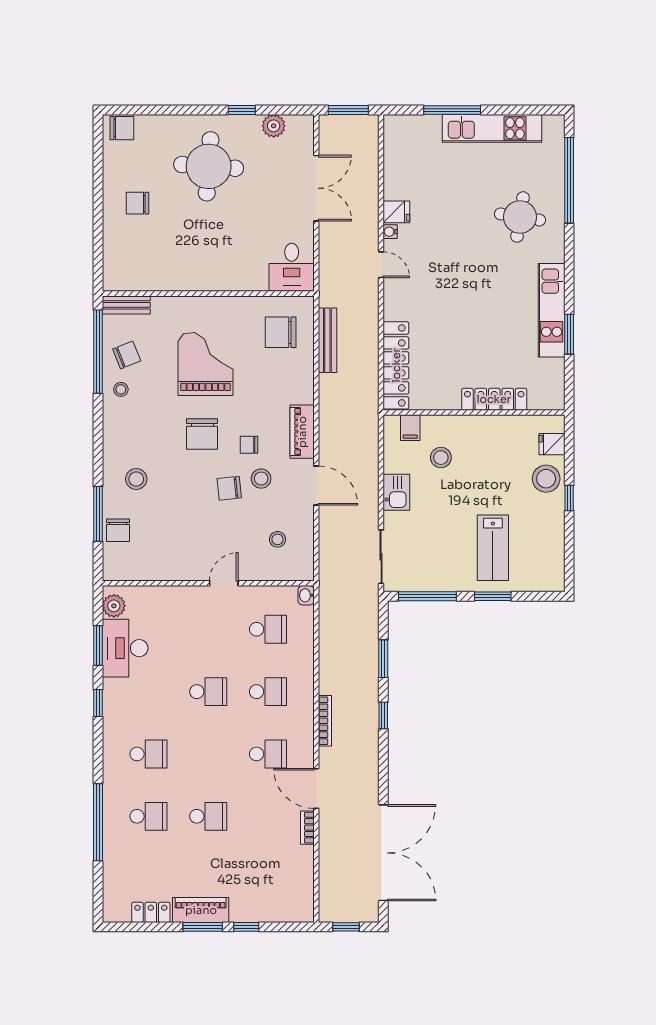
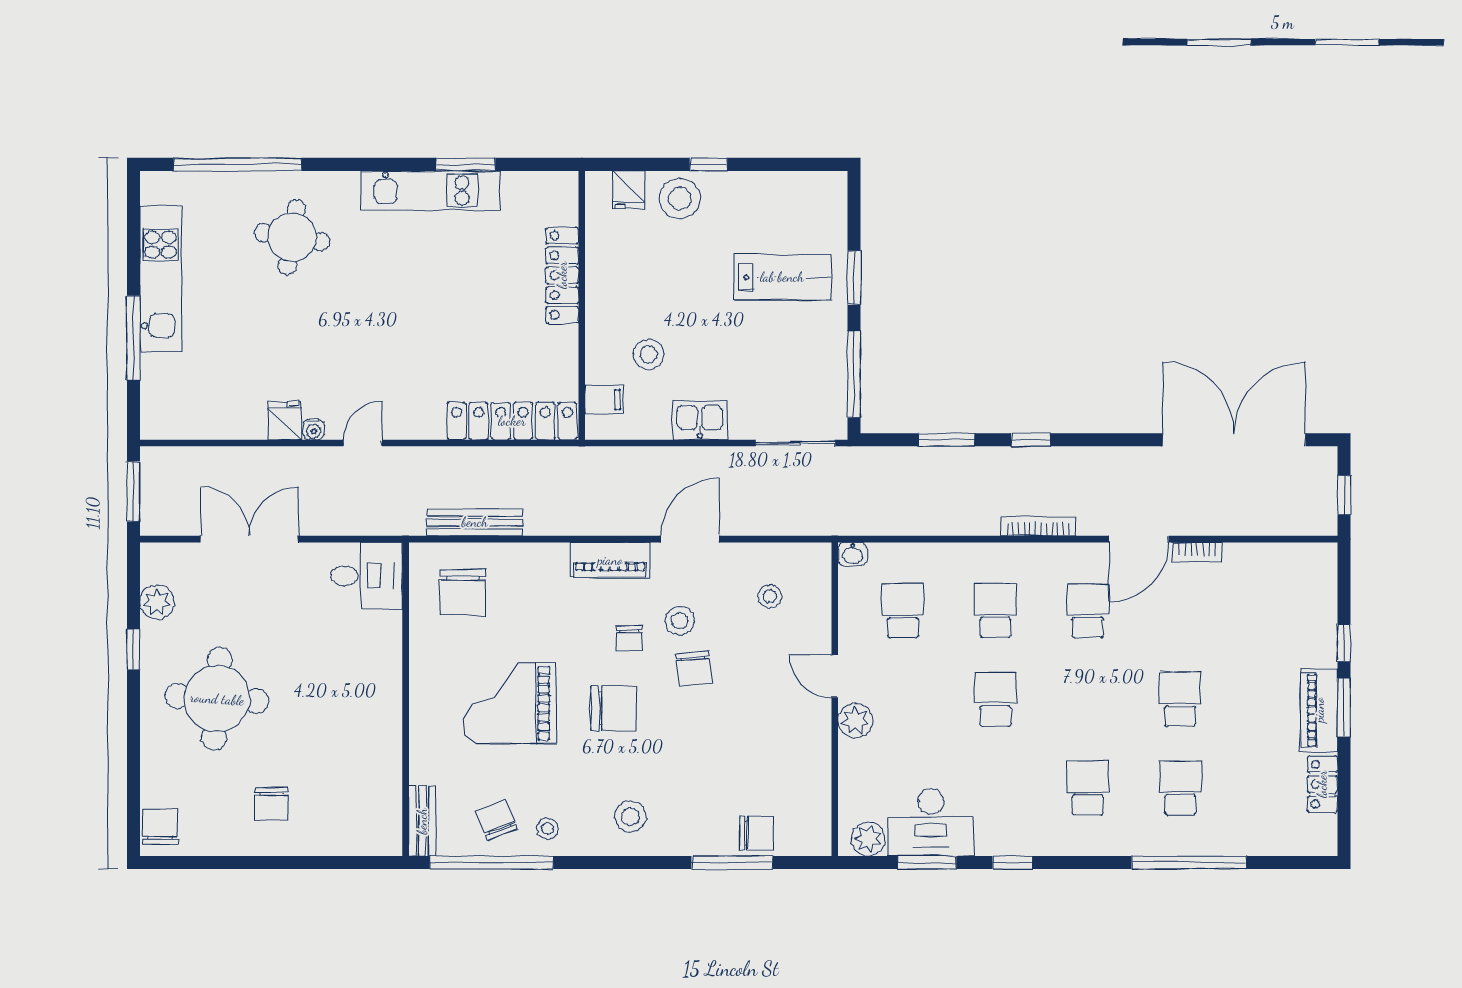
stool: (136, 479) -> (630, 817), moved
plant: (194, 597) -> (855, 721), added

